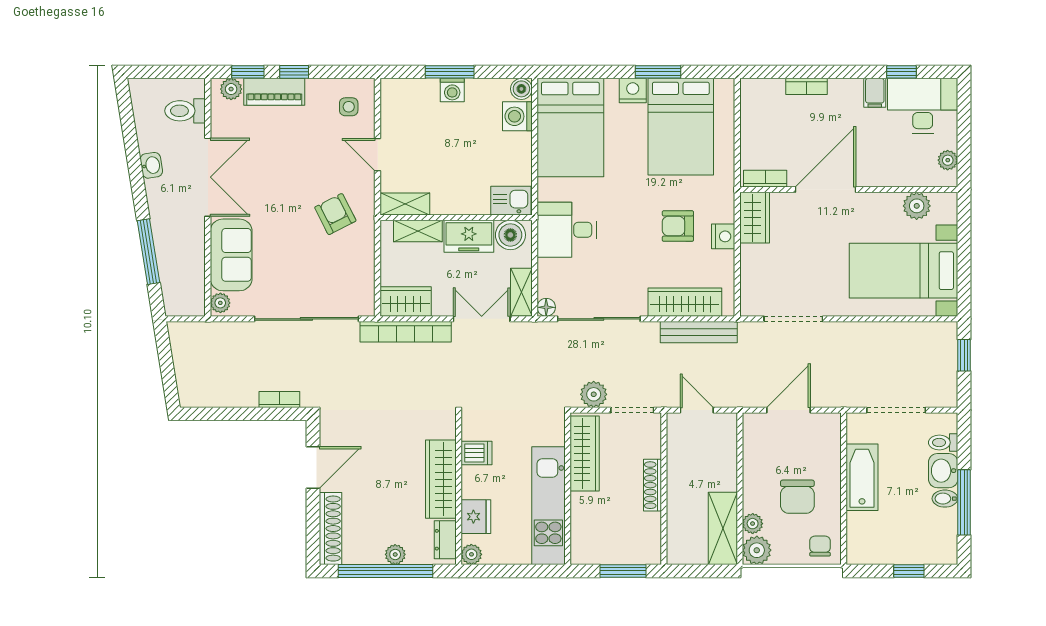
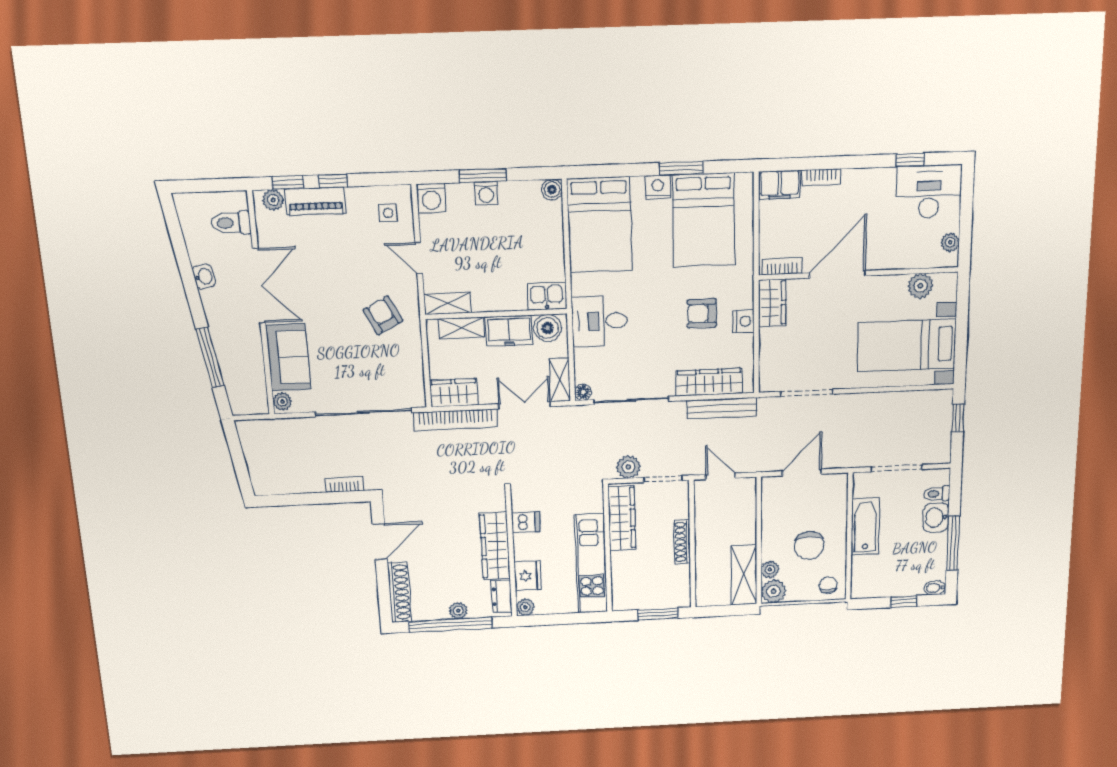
filing cabinet: (875, 93) -> (780, 185), moved, width x2.00
washing machine: (517, 116) -> (431, 198), moved, turned -90
bidet: (945, 499) -> (935, 588), moved

